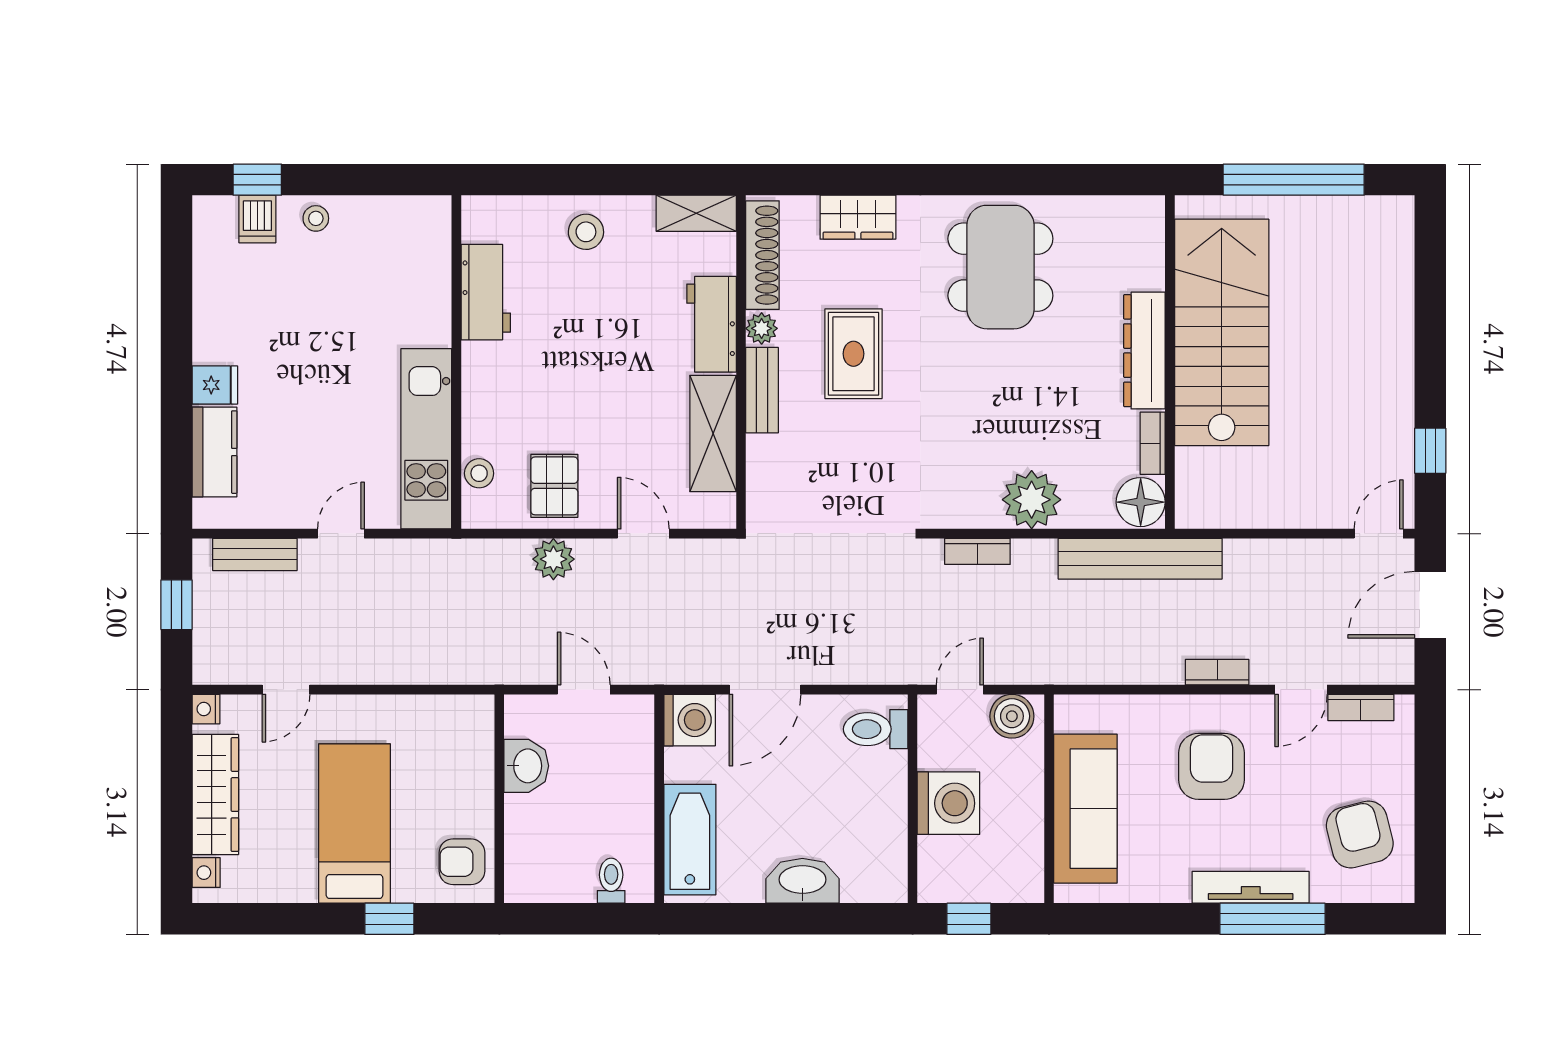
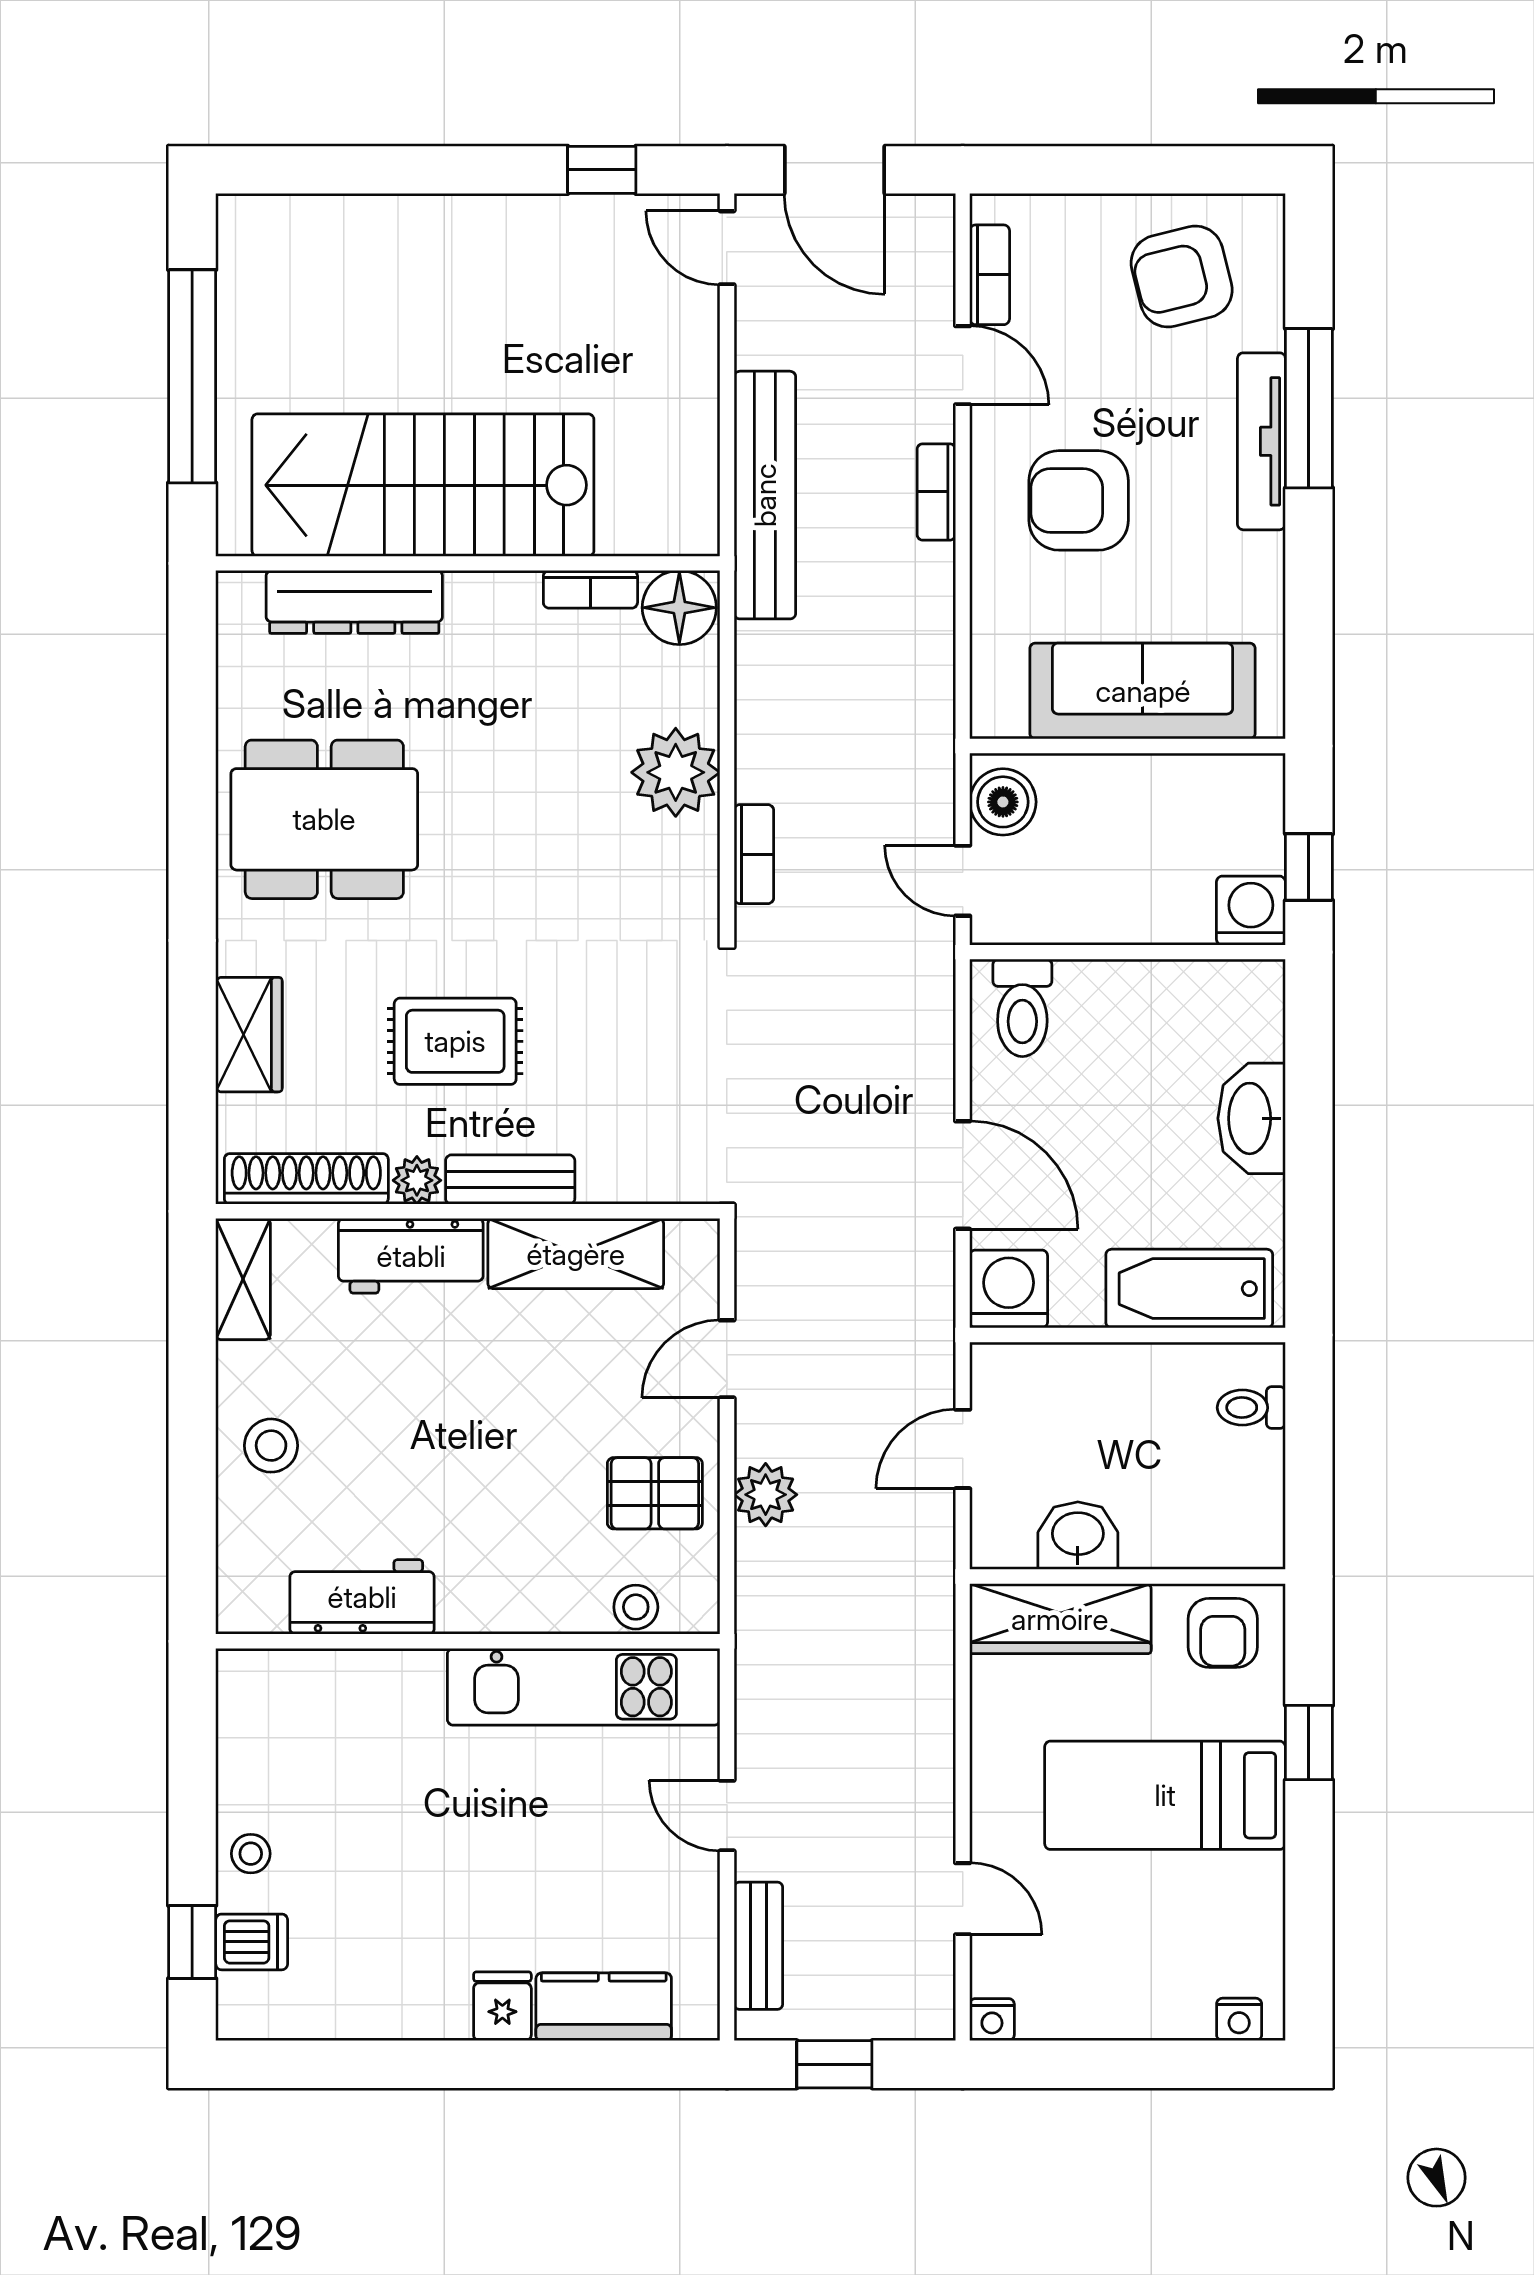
dresser: (1144, 351) -> (354, 602), moved
bench: (1140, 559) -> (765, 495), moved
wardrobe: (215, 795) -> (1060, 1619), moved, turned 180
washing machine: (948, 803) -> (1251, 911), moved, width x0.73, depth x0.73

